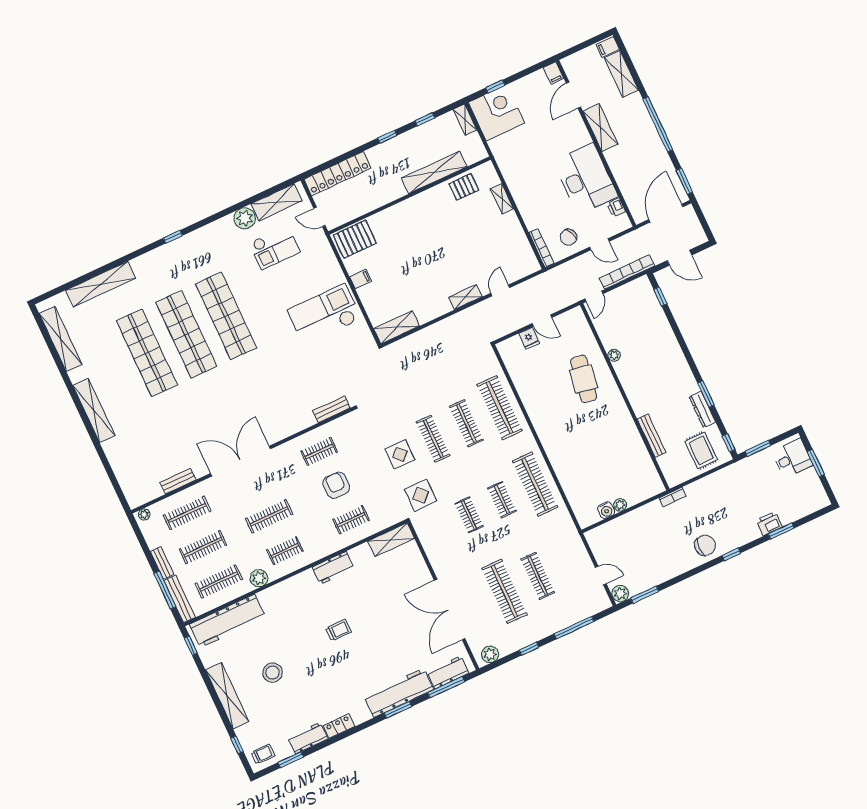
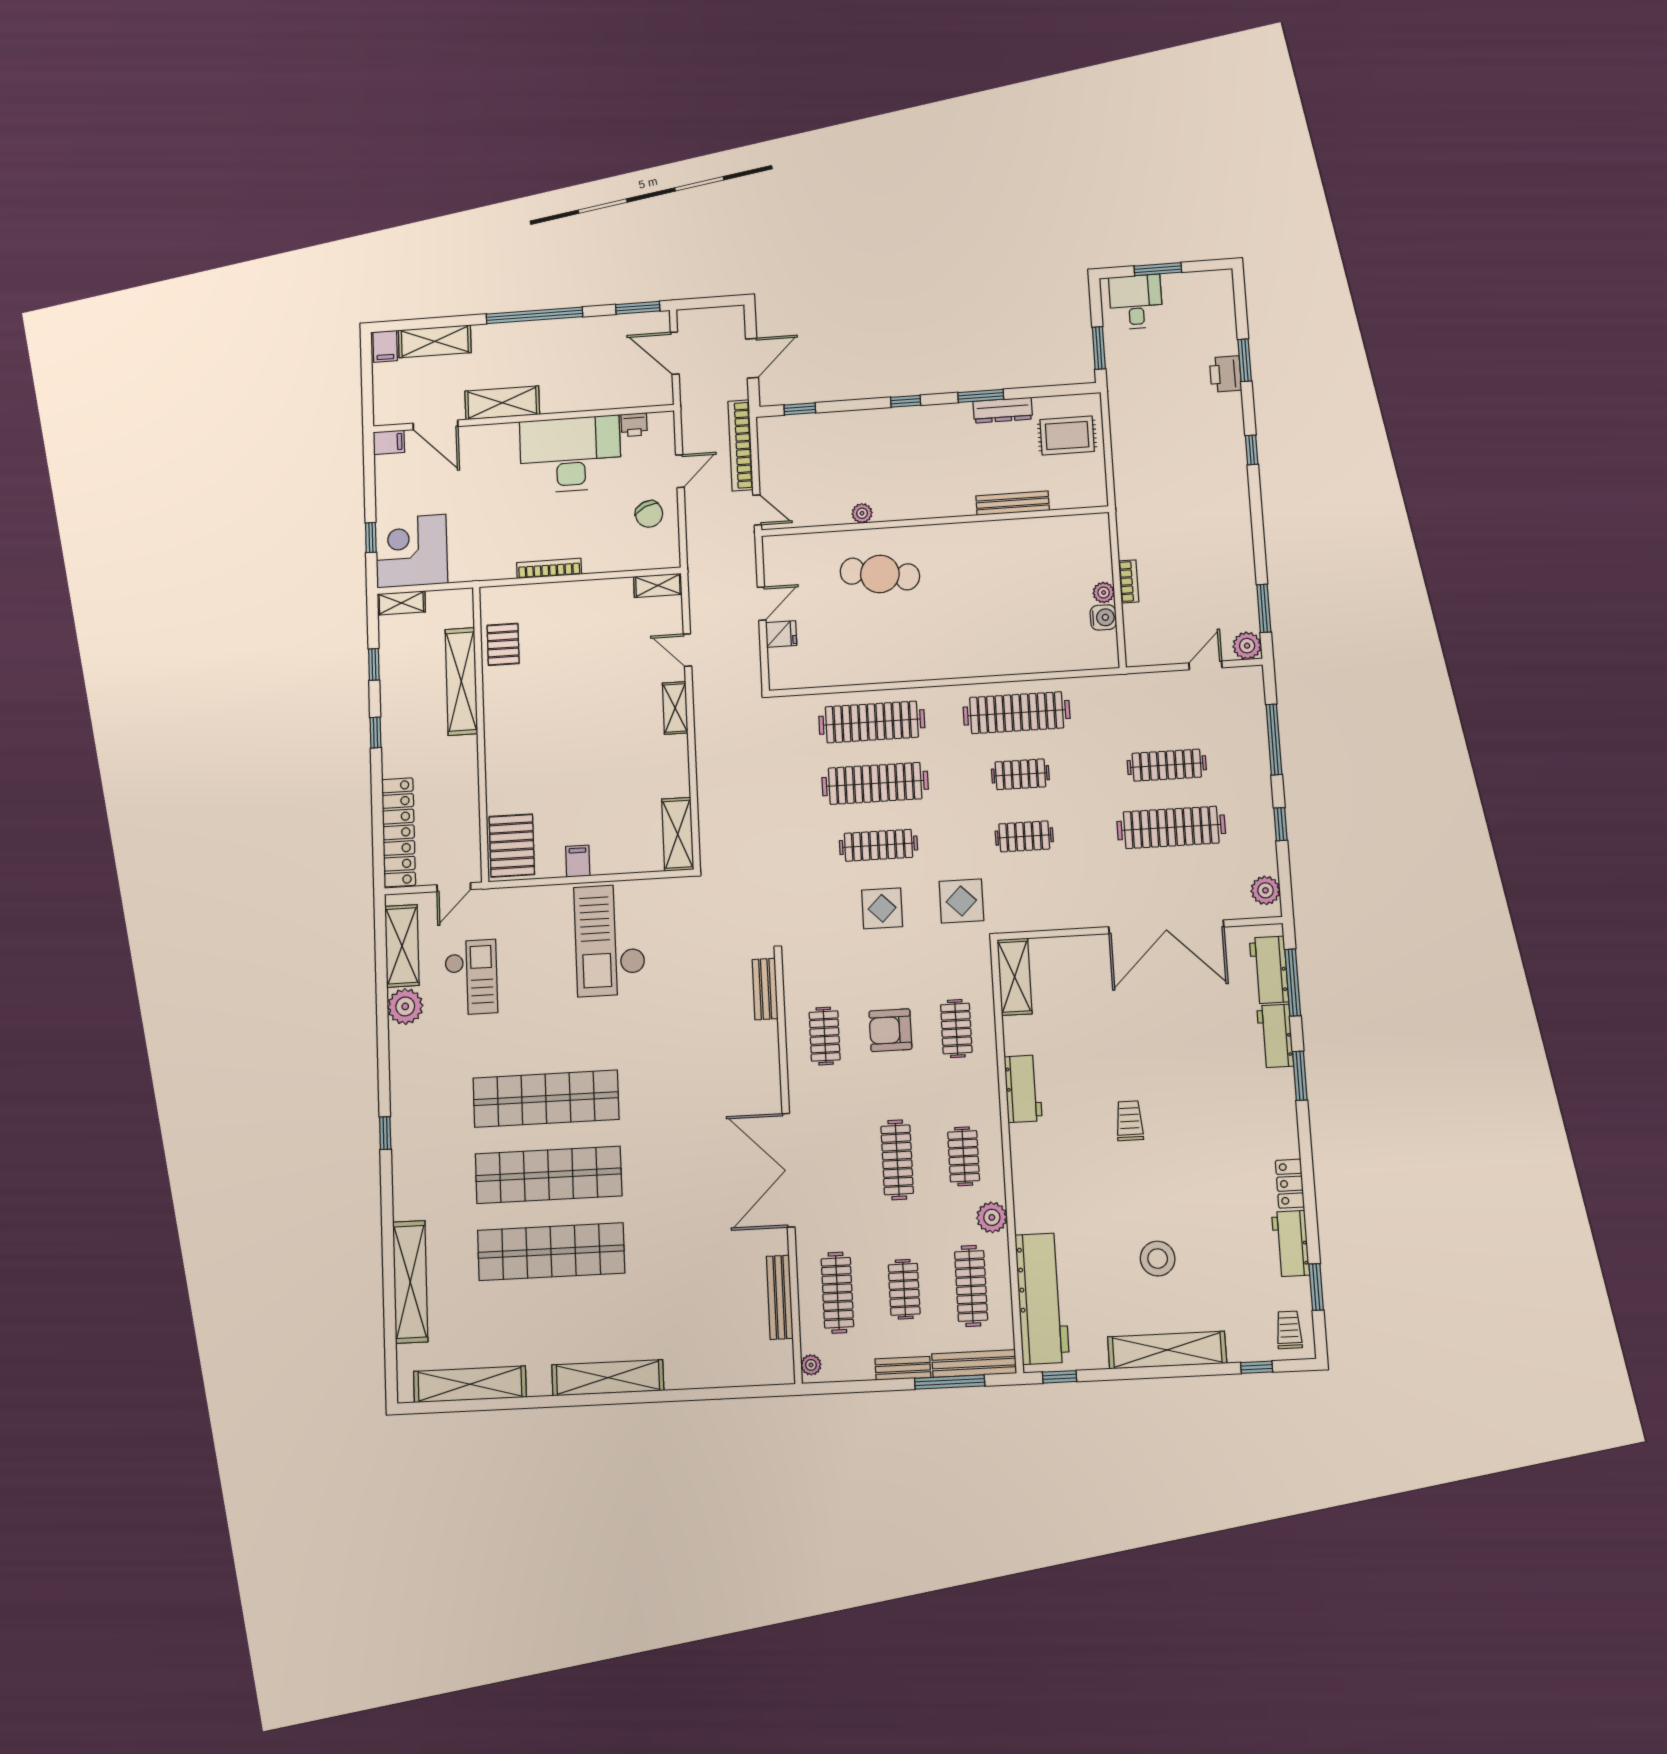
shelving: (502, 199) -> (658, 585), moved
door: (666, 213) -> (675, 353), width x0.73
bookcase: (541, 248) -> (549, 568), moved
clothes rail: (466, 423) -> (875, 783), width x1.37, depth x1.31
window: (729, 443) -> (906, 401), moved
bench: (178, 481) -> (780, 1297), width x1.36
bookcase: (673, 497) -> (1129, 581), moved
chair: (705, 545) -> (1221, 485), removed
clothes rail: (203, 547) -> (904, 1289), width x0.73
workbench: (399, 693) -> (1275, 1036), width x0.53, depth x0.76

